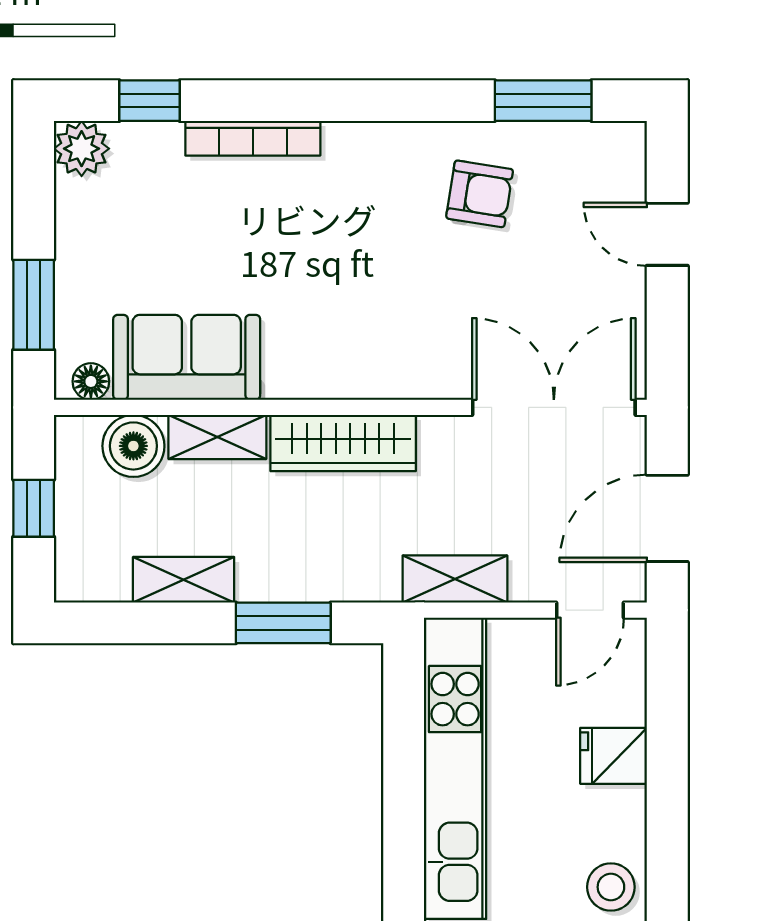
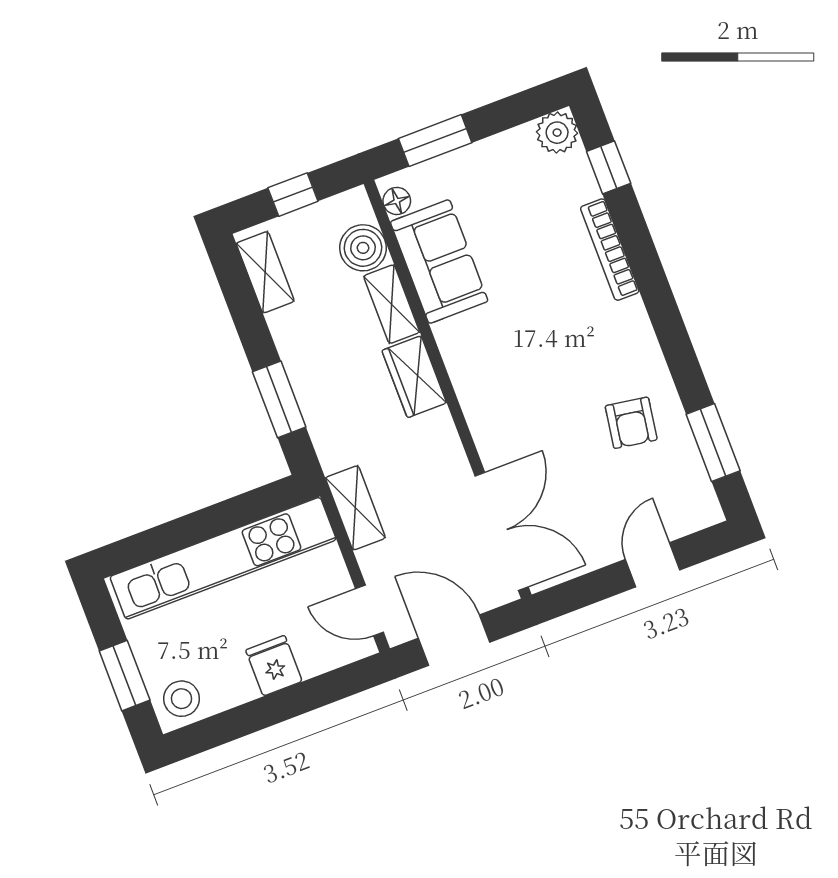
wardrobe: (343, 443) -> (414, 377), width x0.67
shelving: (184, 580) -> (265, 272), moved

